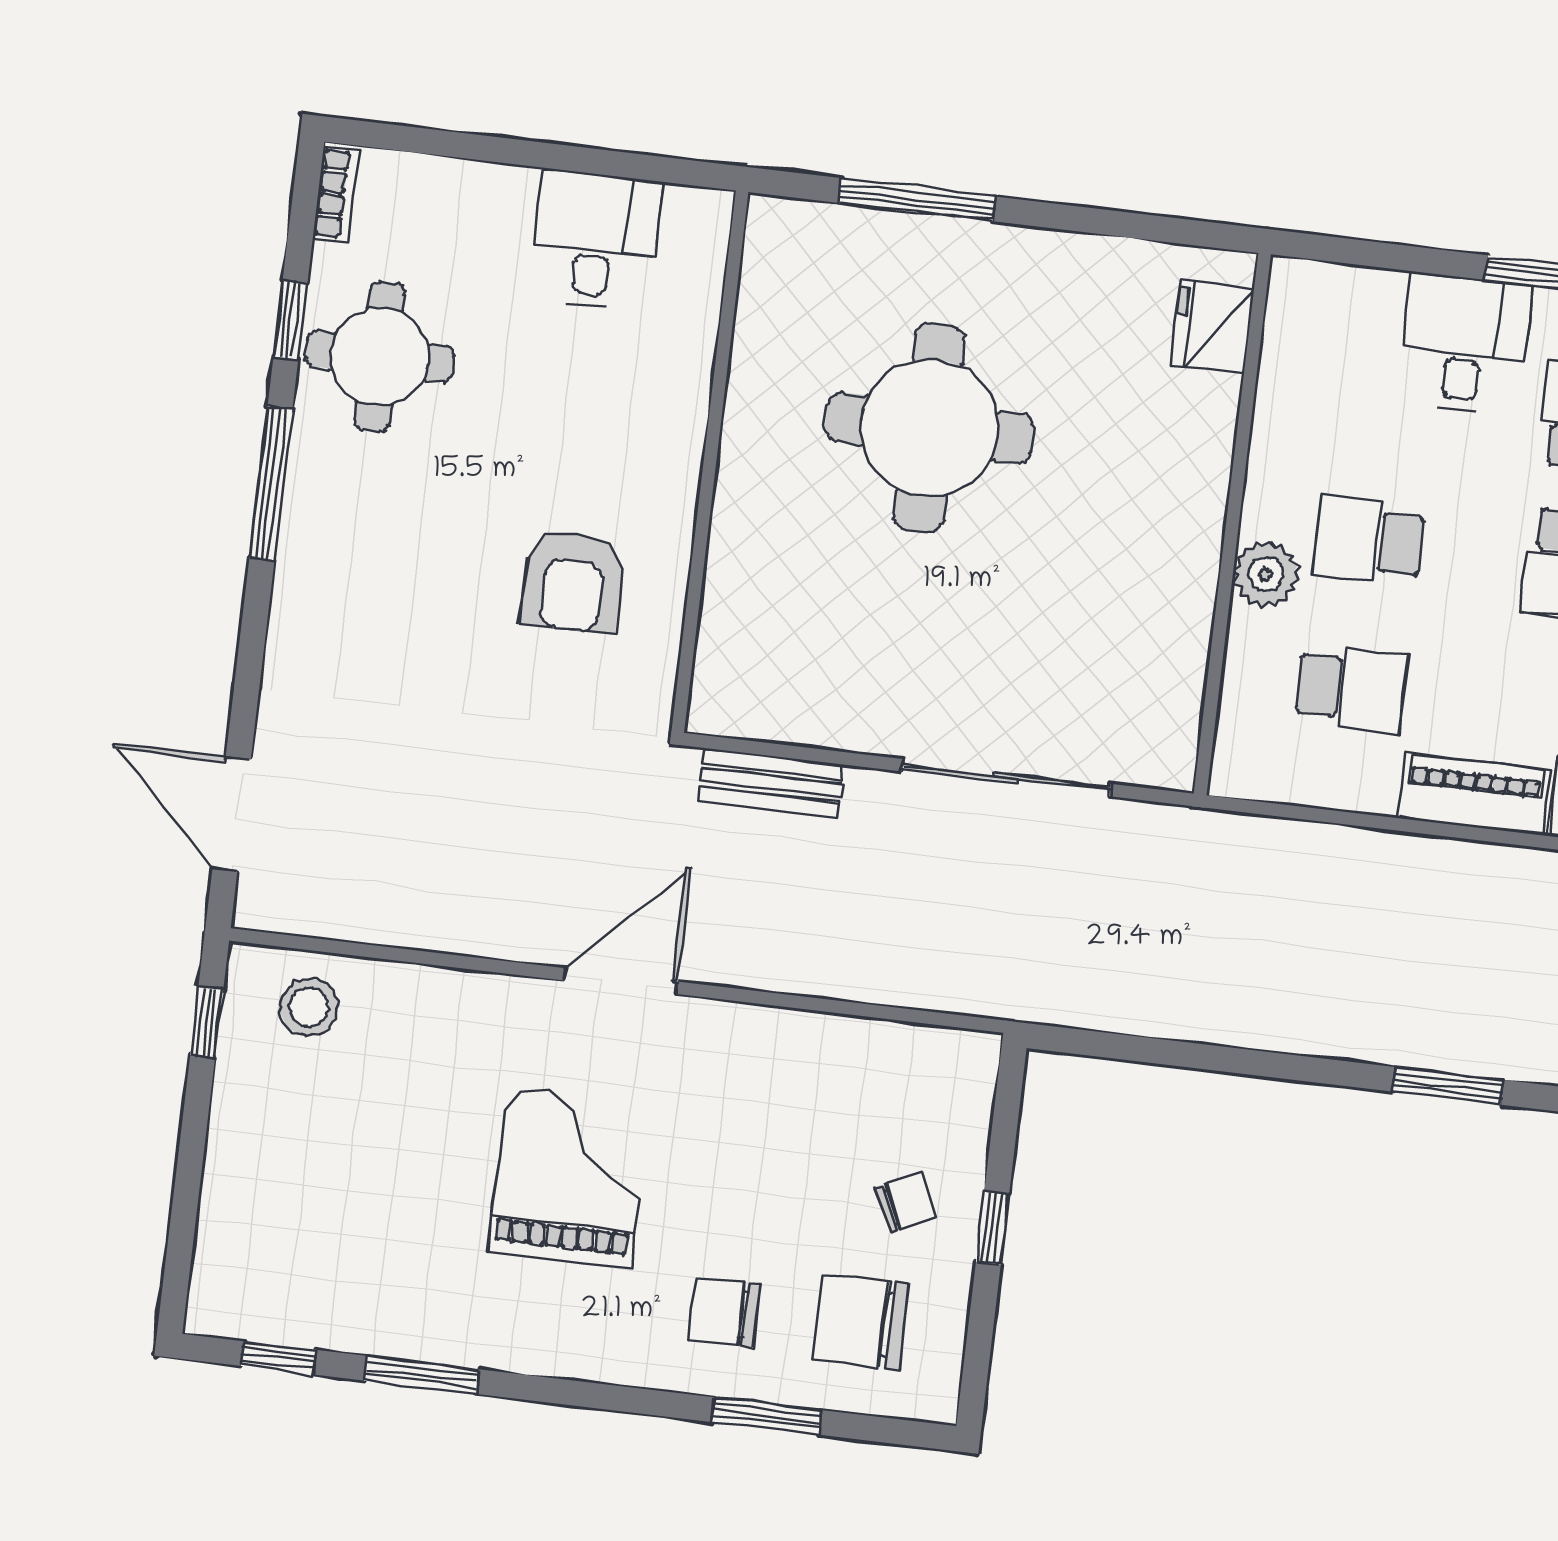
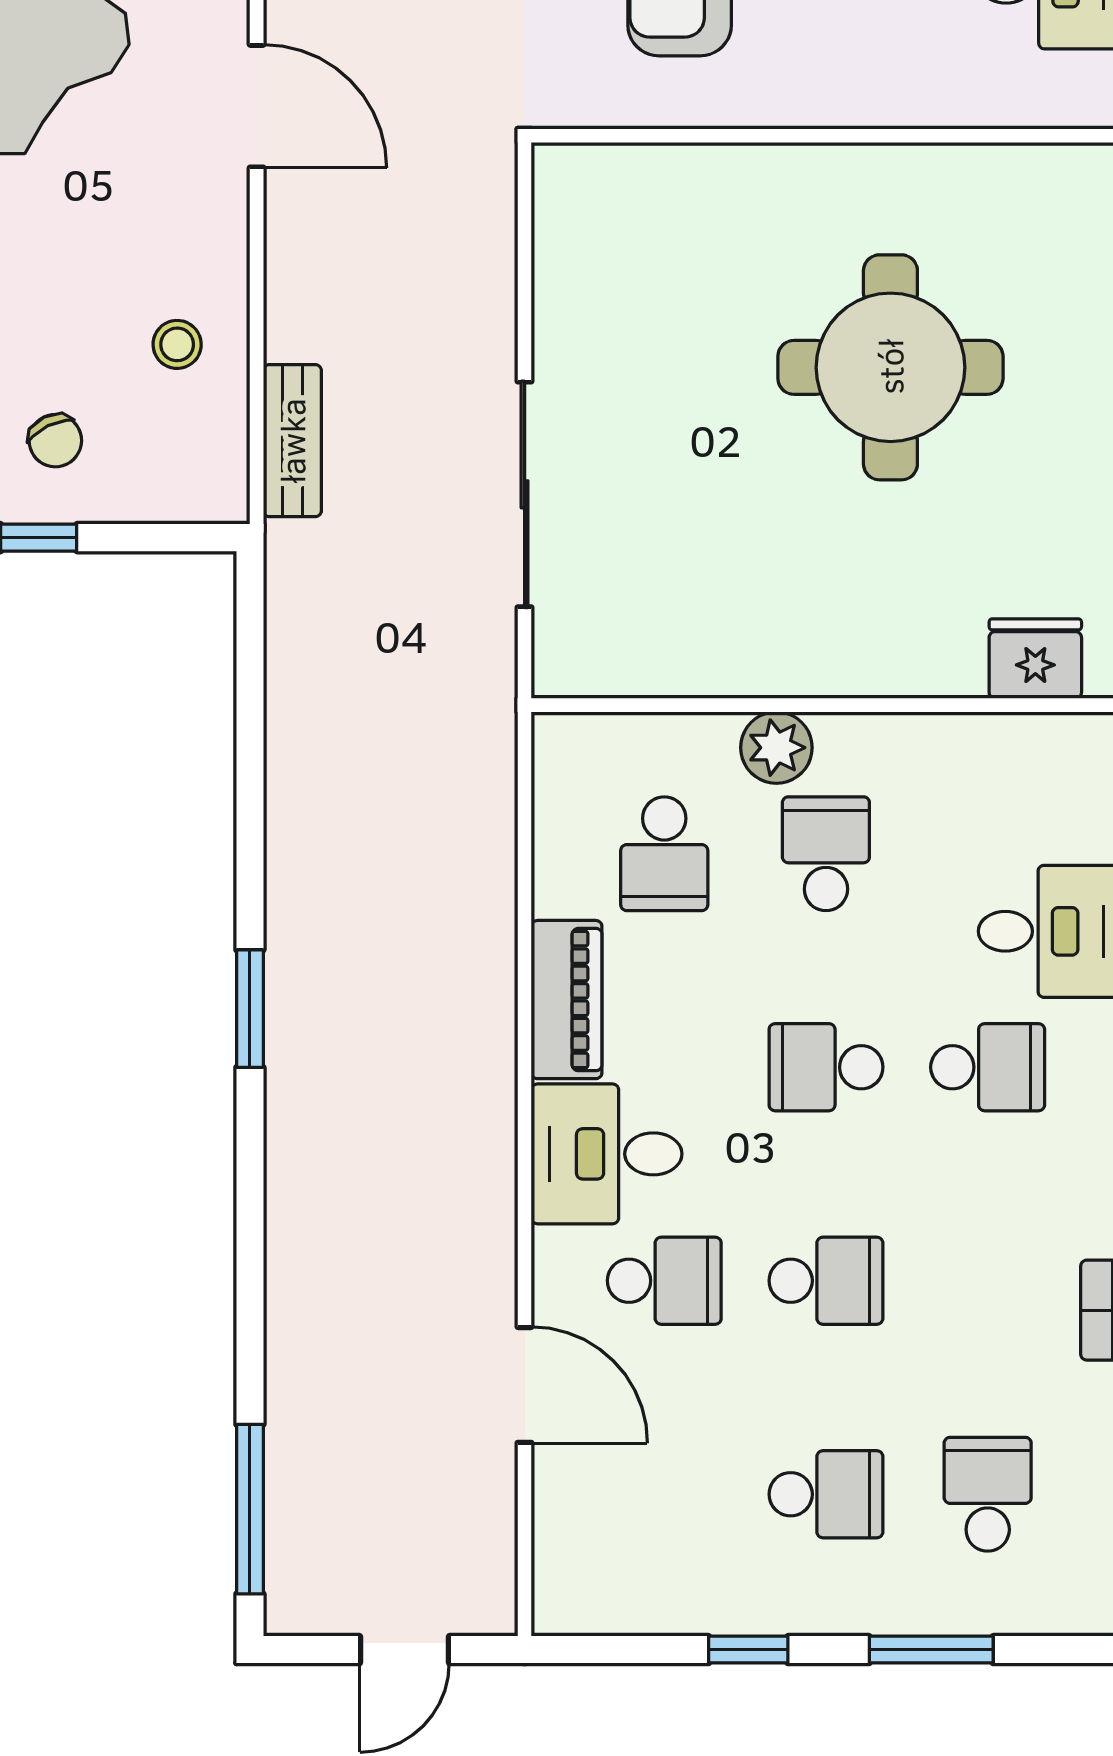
bench: (770, 783) -> (292, 441), moved
stool: (830, 1080) -> (177, 344), added

